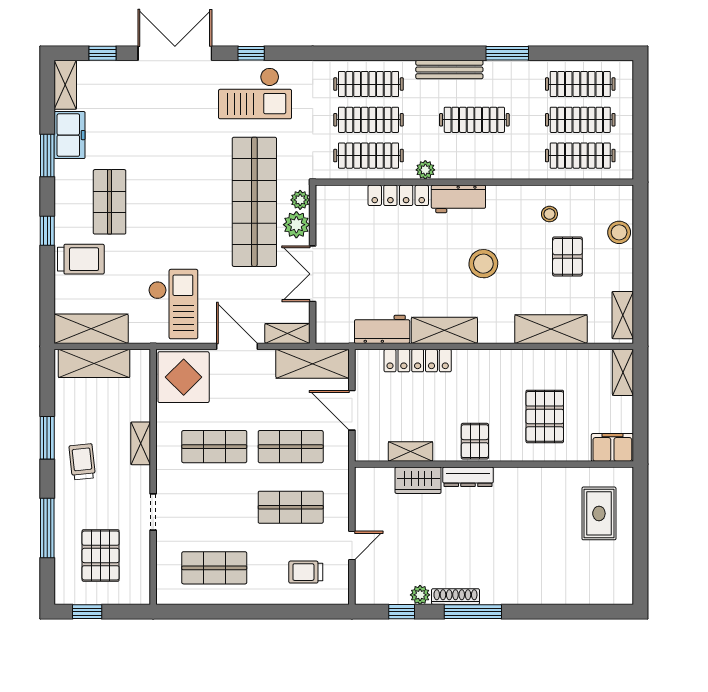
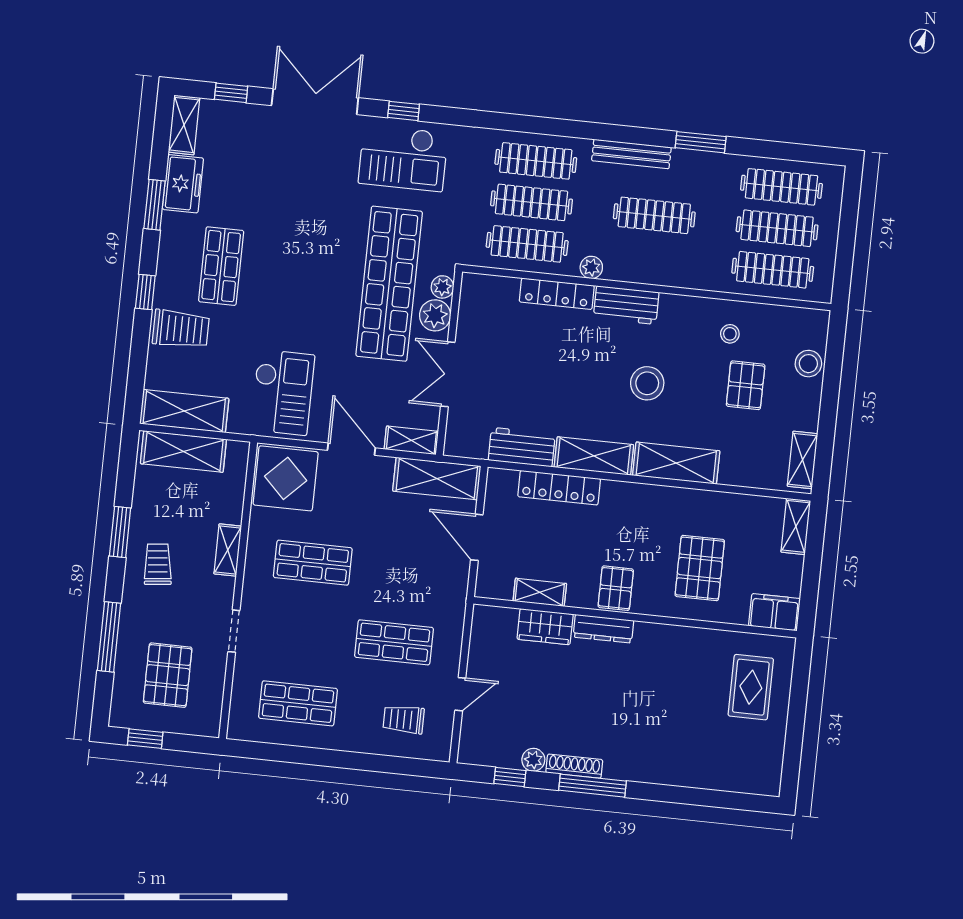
shelving: (551, 329) -> (676, 463), moved
shop shelf: (291, 447) -> (401, 572), removed

